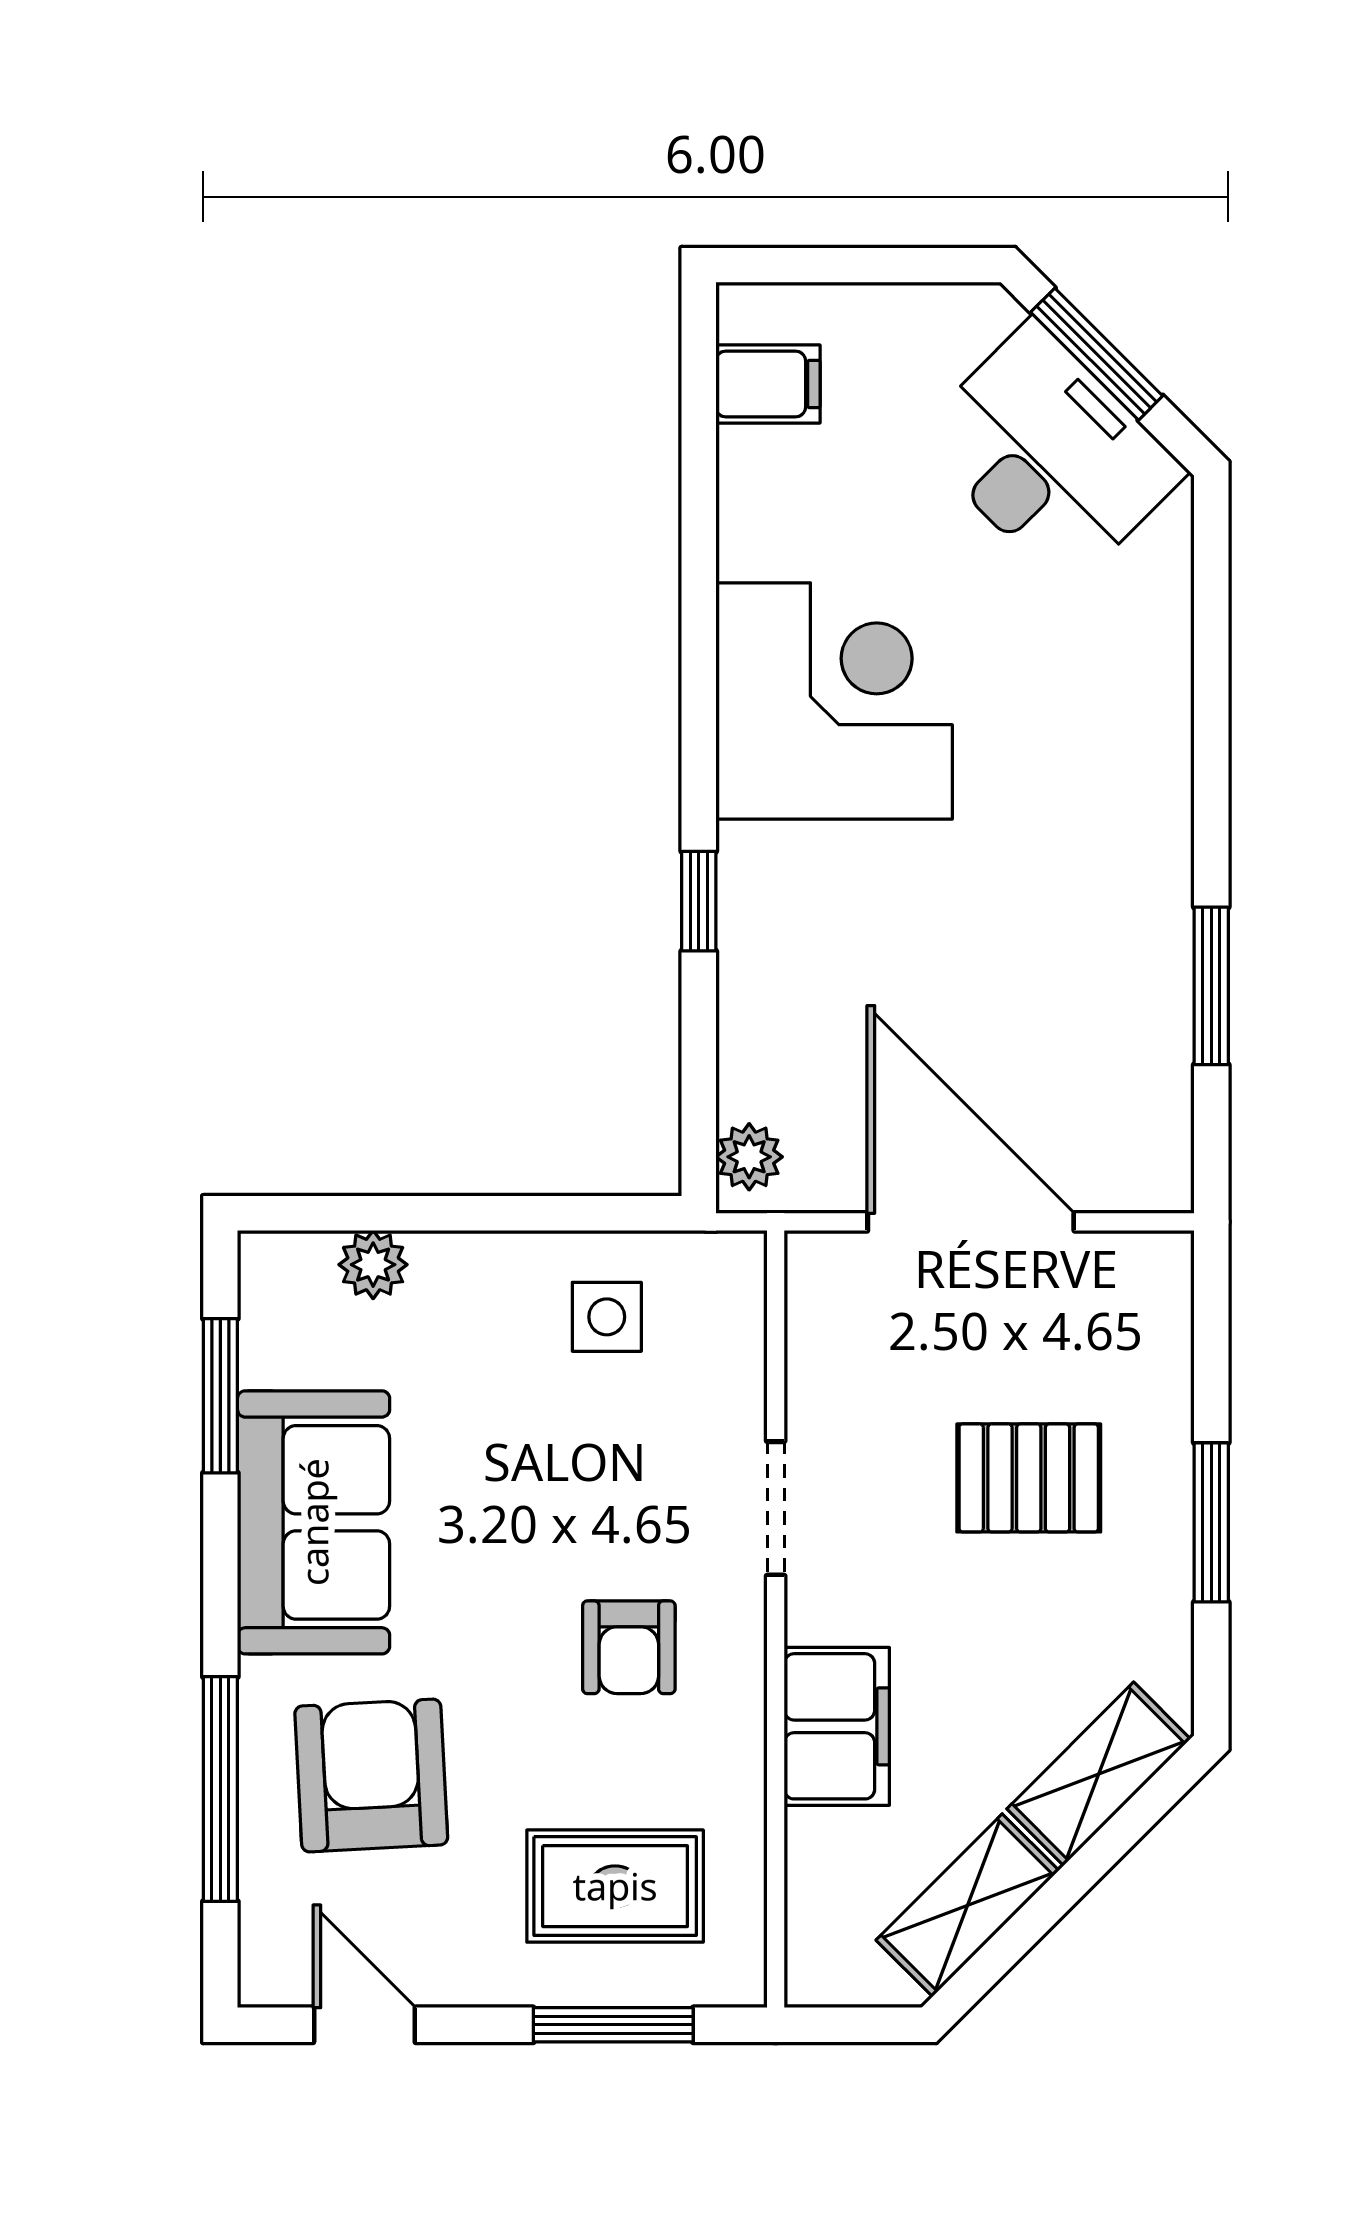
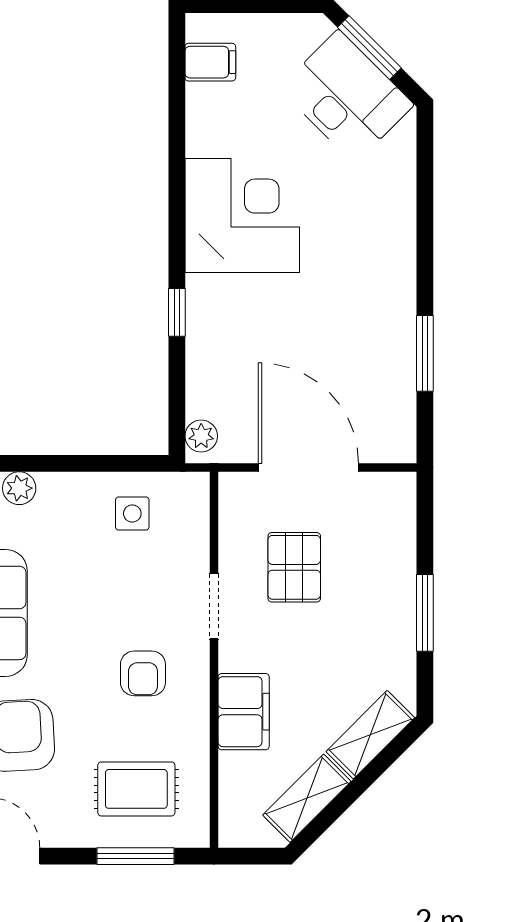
pallet: (1029, 1478) -> (294, 567), moved, turned 90

